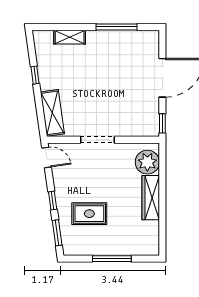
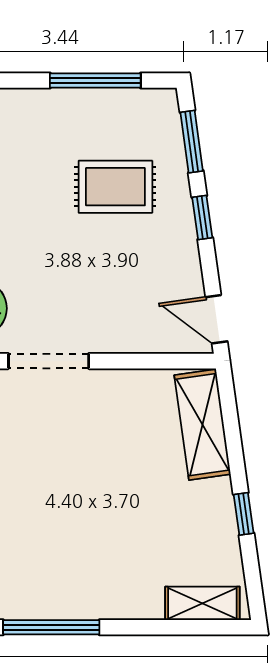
shelving: (70, 37) -> (202, 603), moved
doorway: (97, 140) -> (49, 361), moved
window: (112, 259) -> (95, 80), moved

